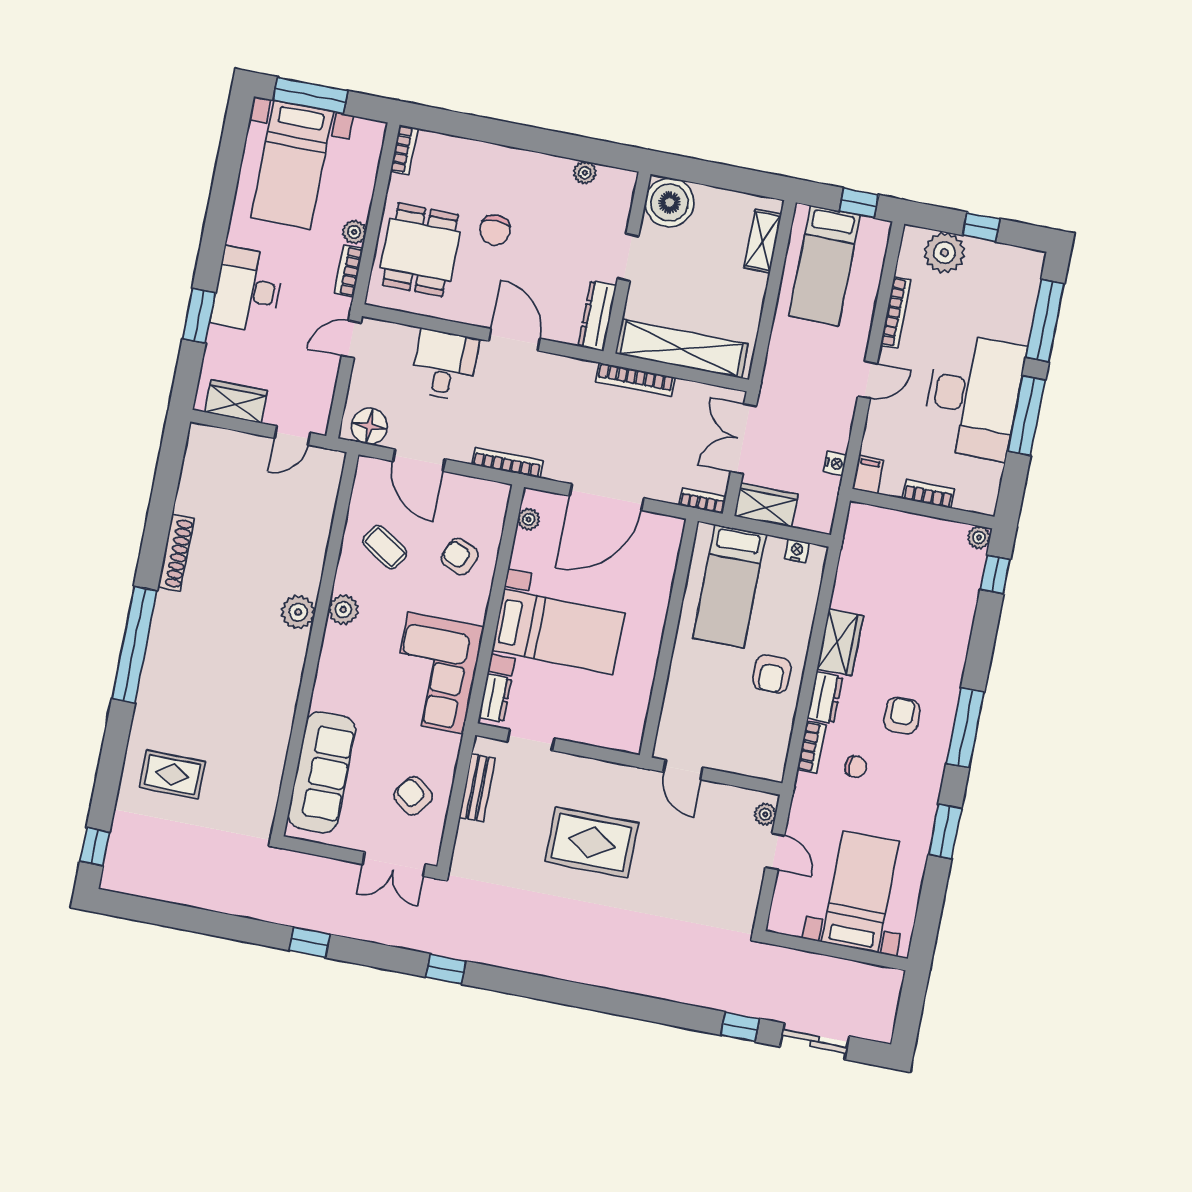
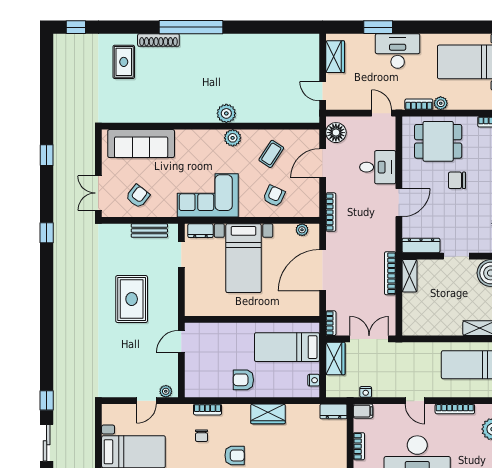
shelving: (682, 349) -> (410, 276), width x0.45, depth x0.75
door: (607, 497) -> (323, 270), hinge flipped
shoe rack: (176, 553) -> (158, 40), moved
dresser: (825, 698) -> (334, 411), moved

